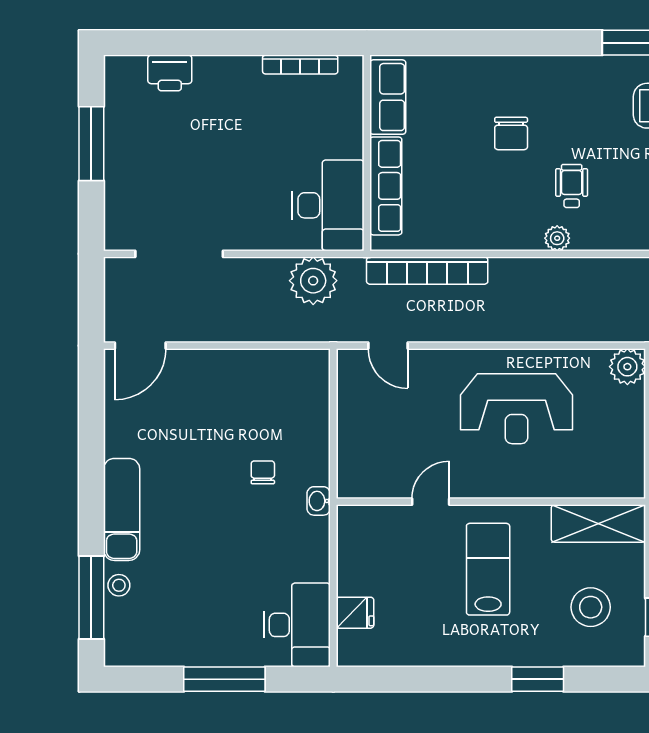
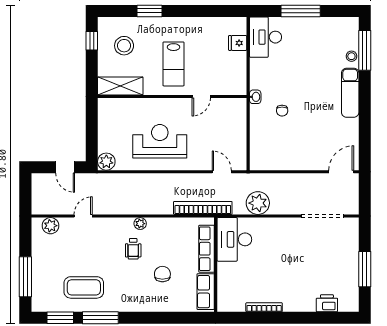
row of seats: (388, 97) -> (206, 292), moved
wall: (367, 153) -> (216, 265), moved
row of seats: (386, 186) -> (207, 249), moved
desk: (328, 205) -> (234, 239), moved

